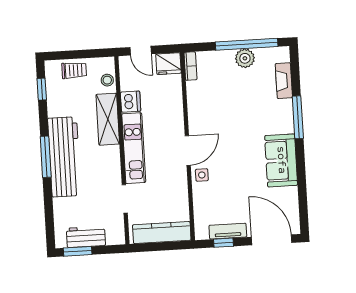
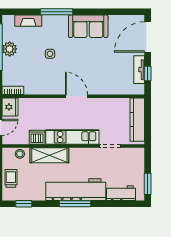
side table: (202, 175) -> (50, 54), moved
workbench: (86, 237) -> (121, 193), moved, turned 90

